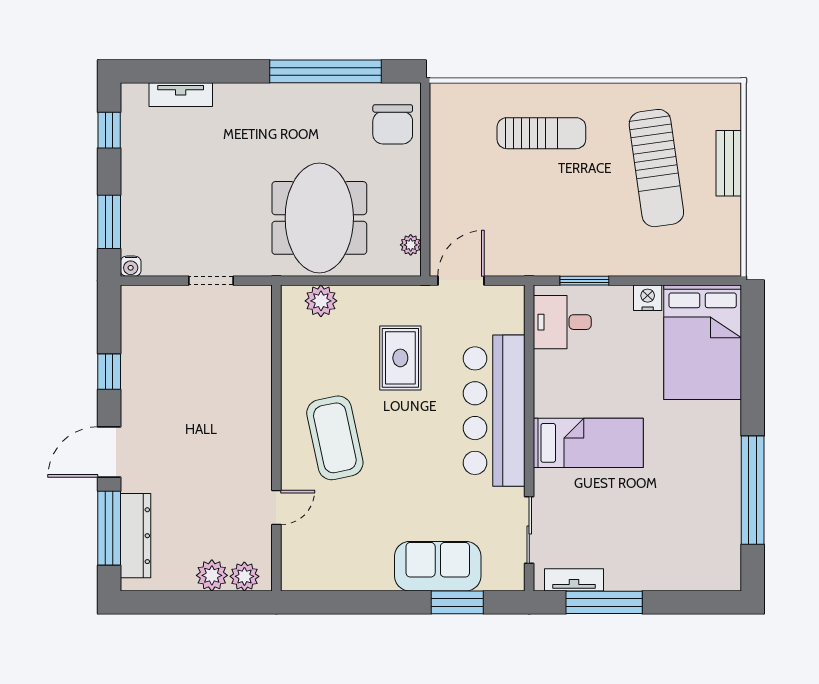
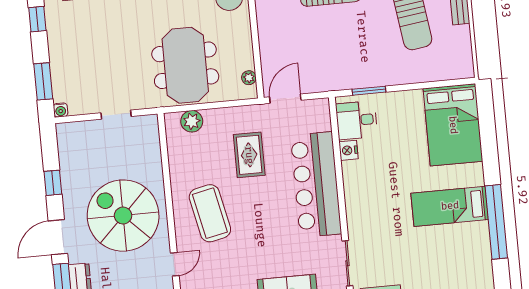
nightstand: (648, 298) -> (348, 150), moved, turned -90
spiral stairs: (207, 429) -> (123, 216), added
bed: (588, 443) -> (450, 206), moved, turned 180

